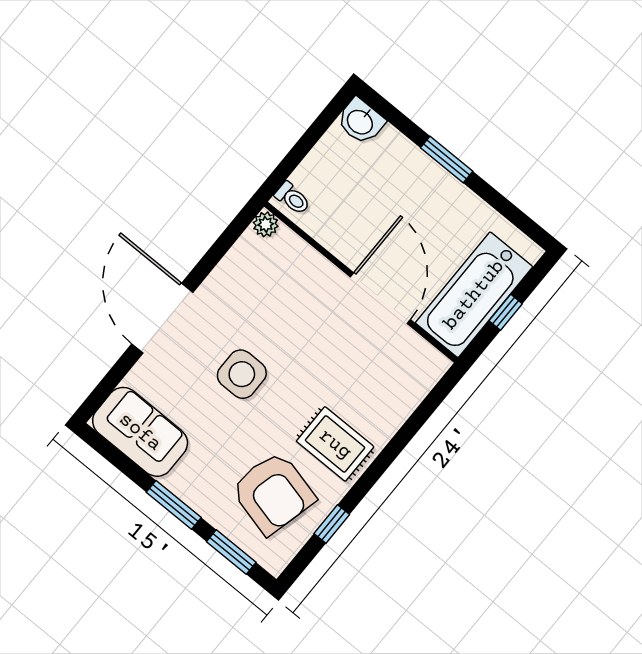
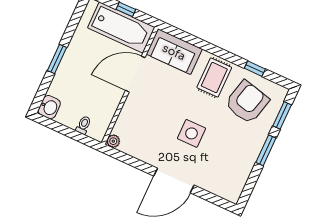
toilet: (293, 198) -> (83, 125), moved
sofa: (140, 432) -> (174, 52), moved, turned -90

